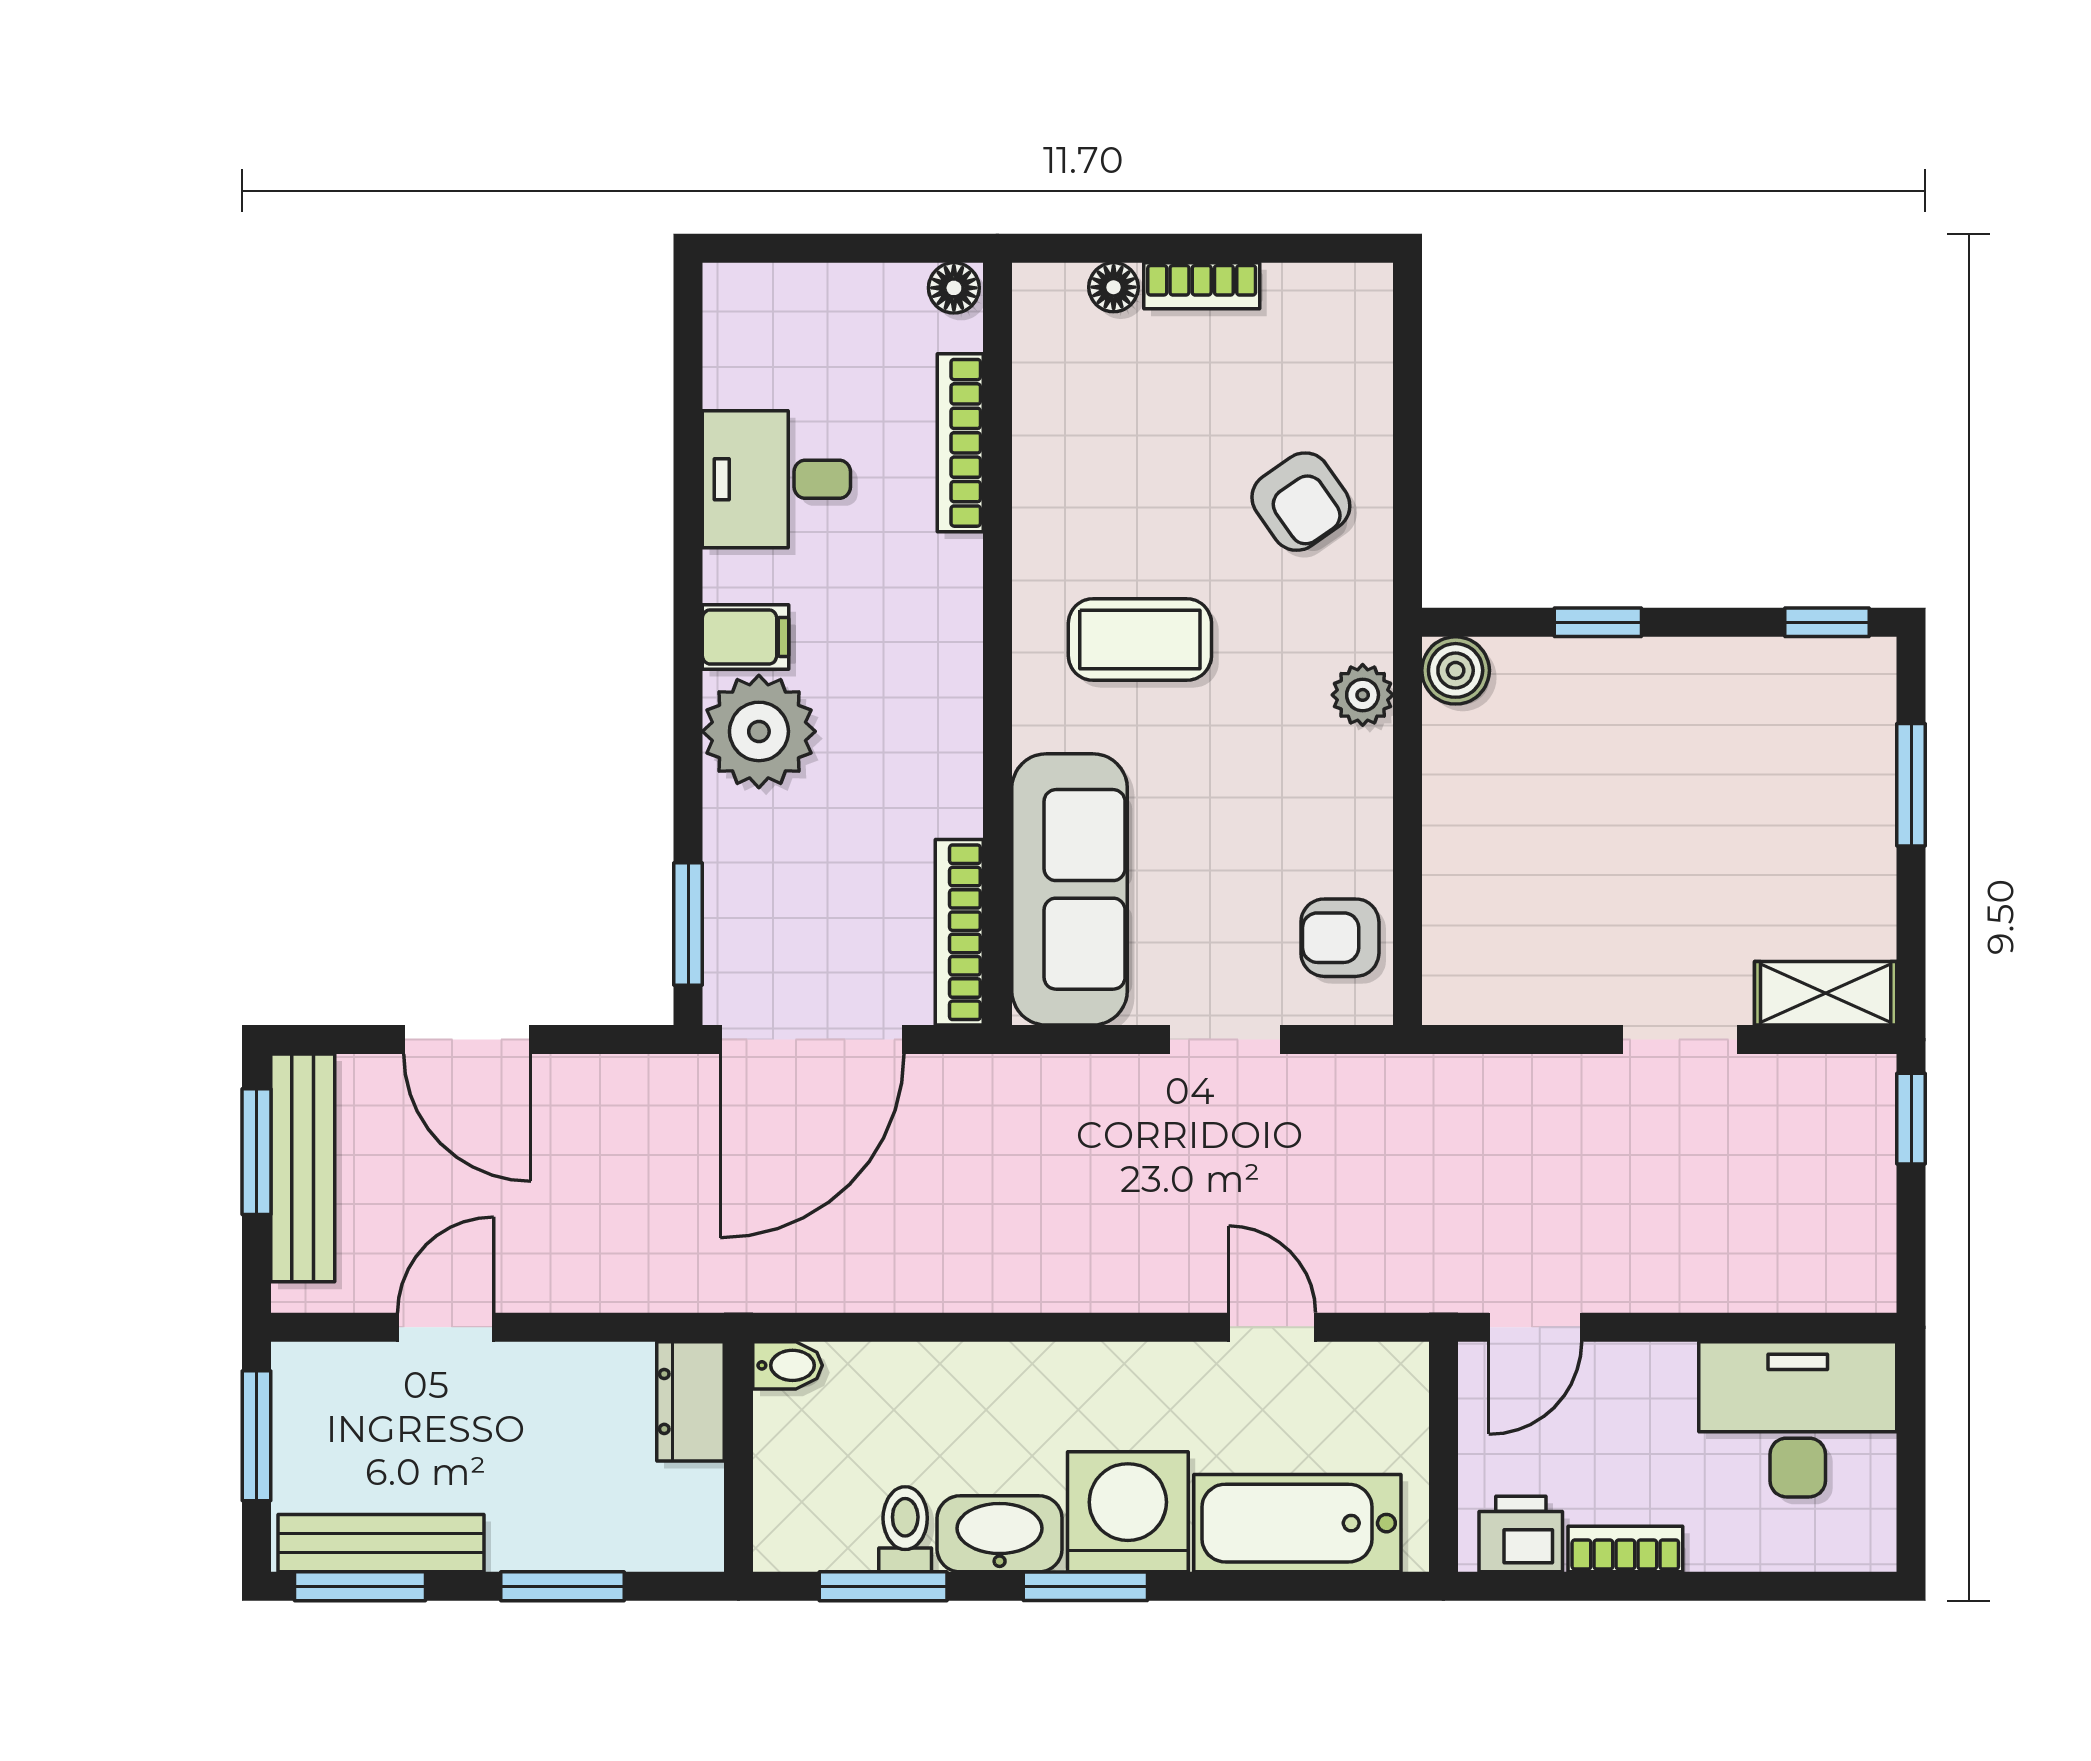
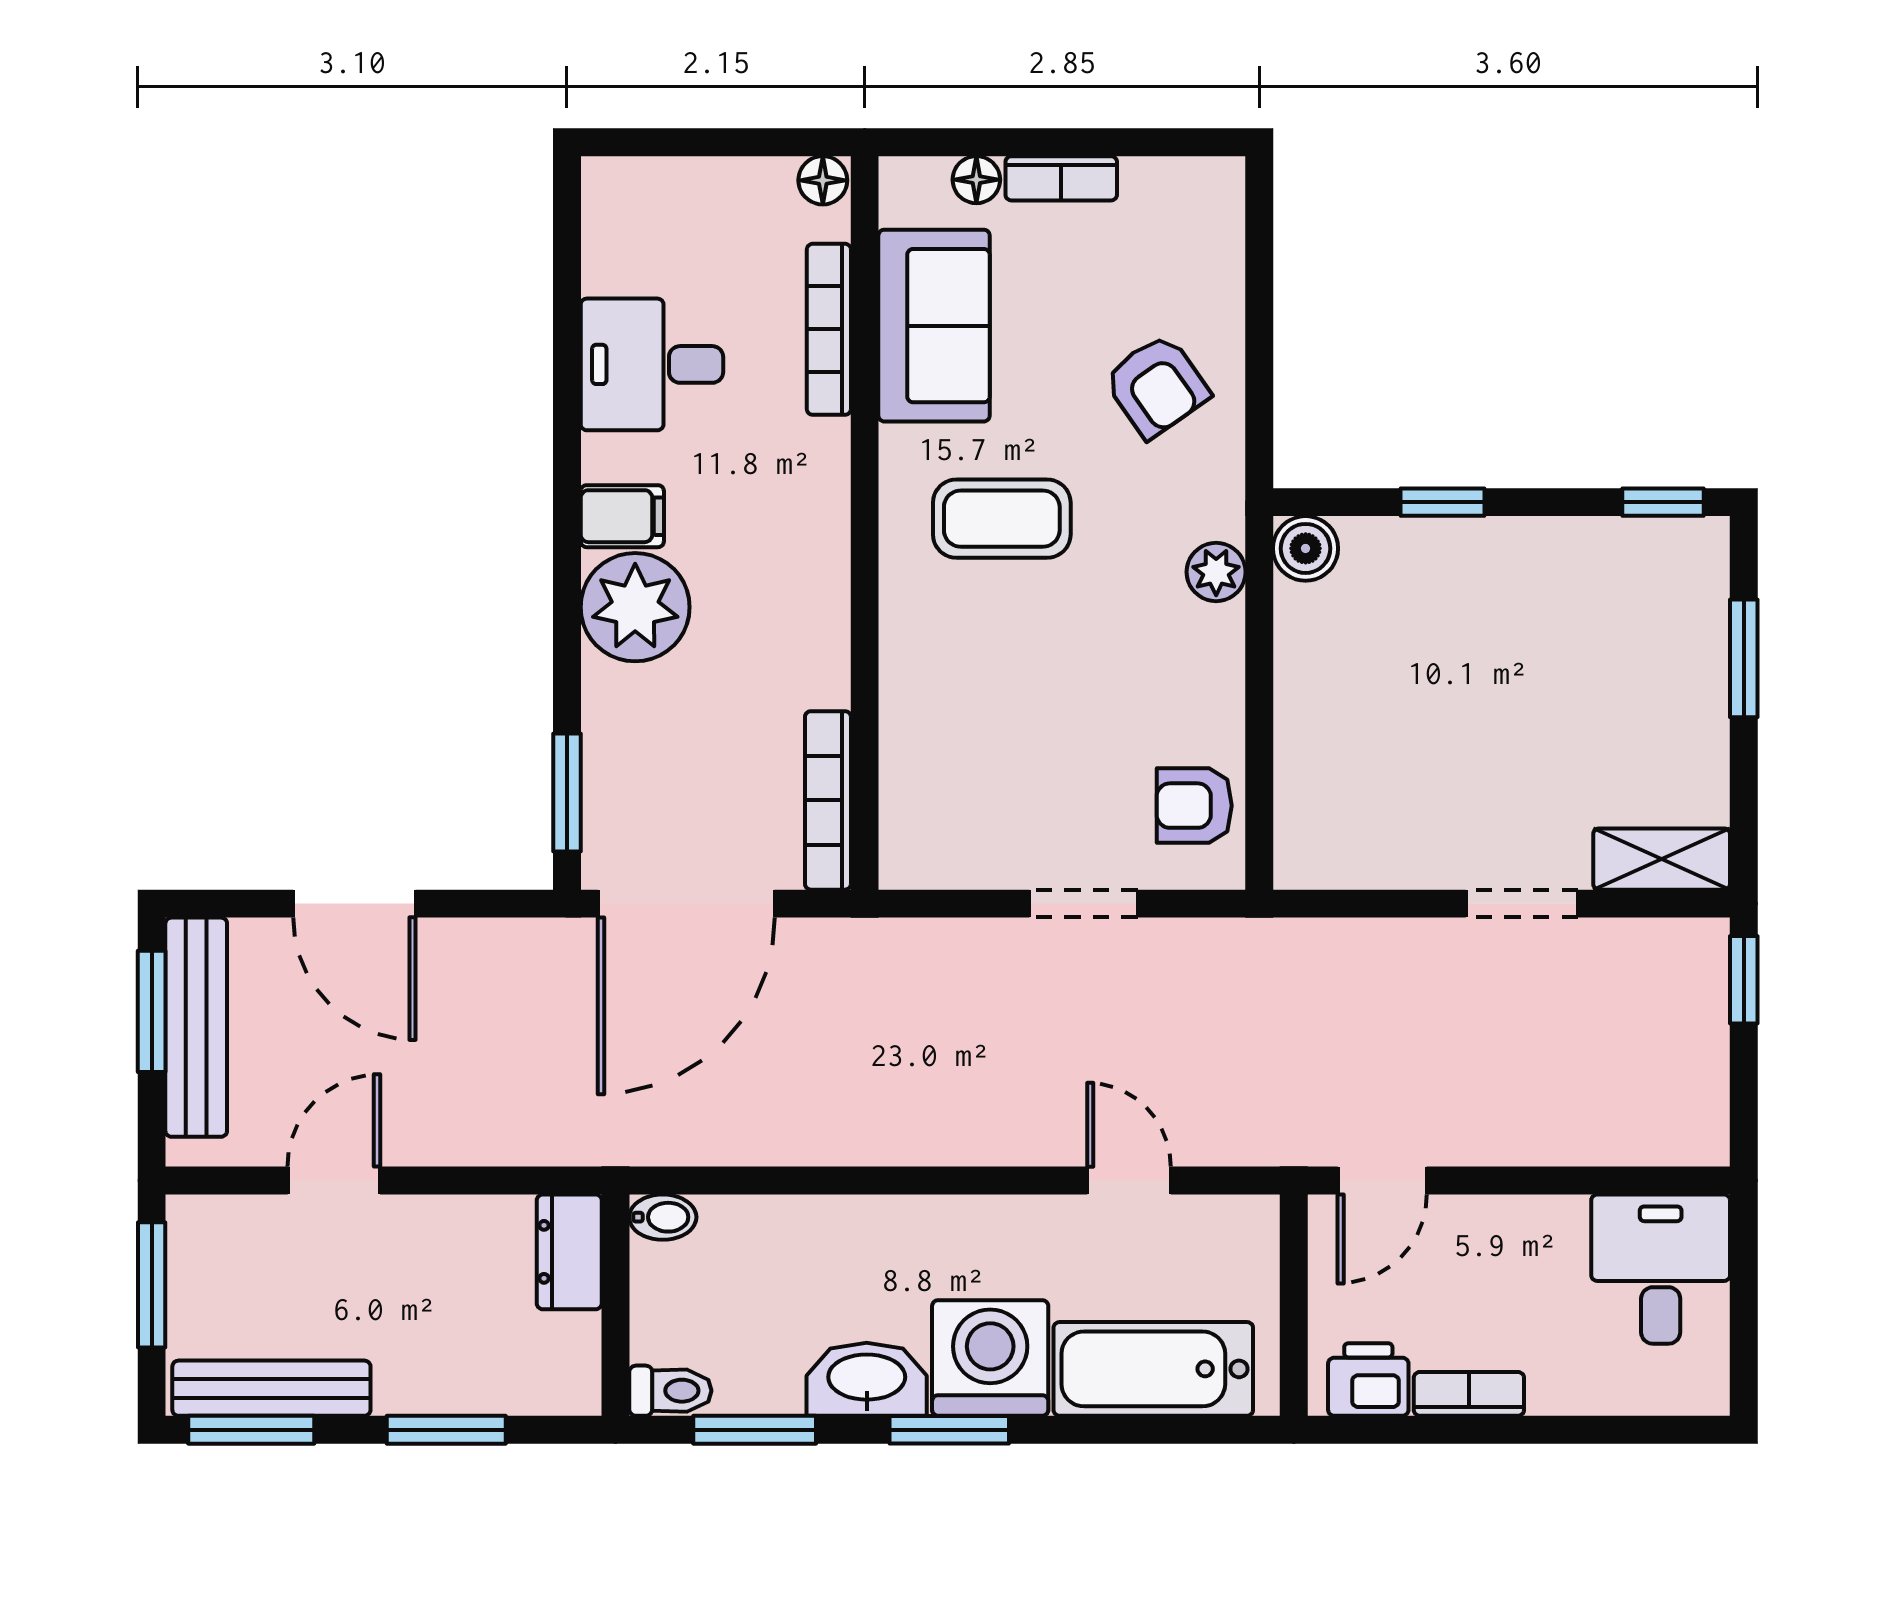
sofa: (1070, 889) -> (934, 326), moved, width x0.73
desk: (1798, 1419) -> (1661, 1269), width x0.73
toilet: (905, 1529) -> (670, 1391), moved, turned 90

